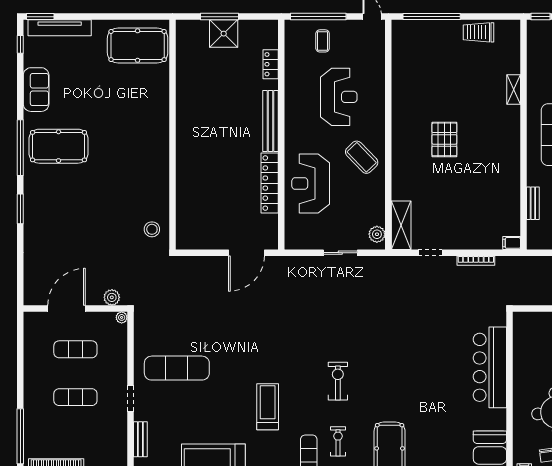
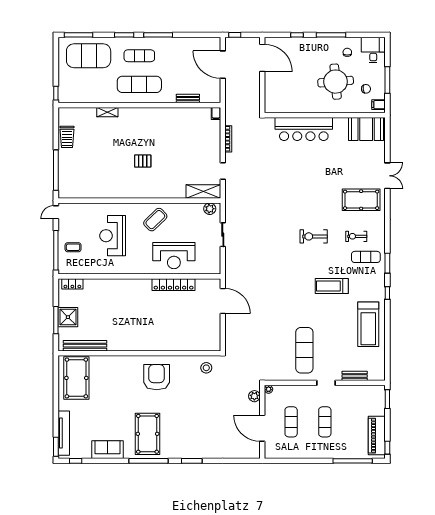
locker: (271, 64) -> (72, 284), moved
reception desk: (339, 97) -> (113, 236), turned -90
bench: (270, 121) -> (85, 346), moved
pallet: (444, 139) -> (143, 161), width x0.67, depth x0.71
armchair: (139, 159) -> (157, 377), added

